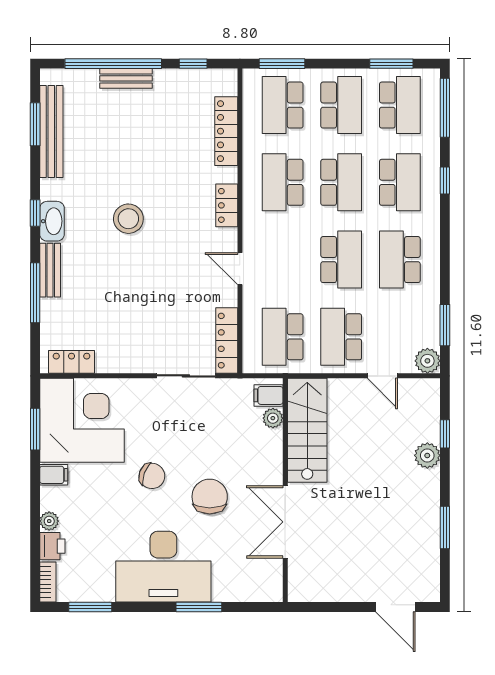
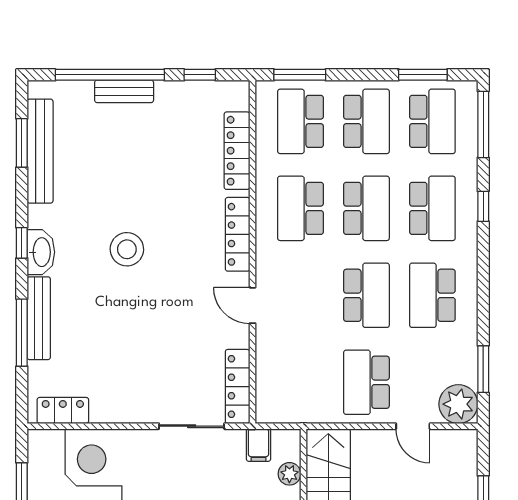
locker: (227, 205) -> (238, 234), width x1.53
bench: (50, 270) -> (39, 318), width x1.36
school desk: (283, 337) -> (301, 382), removed
plant: (427, 361) -> (458, 404), width x1.36, depth x1.36
filing cabinet: (268, 395) -> (259, 445), moved, turned -90

